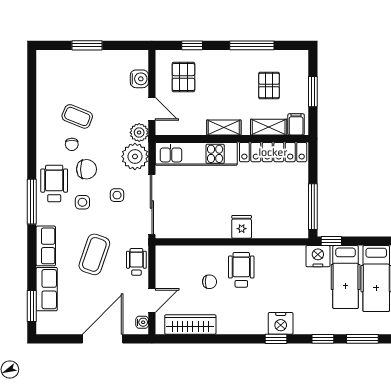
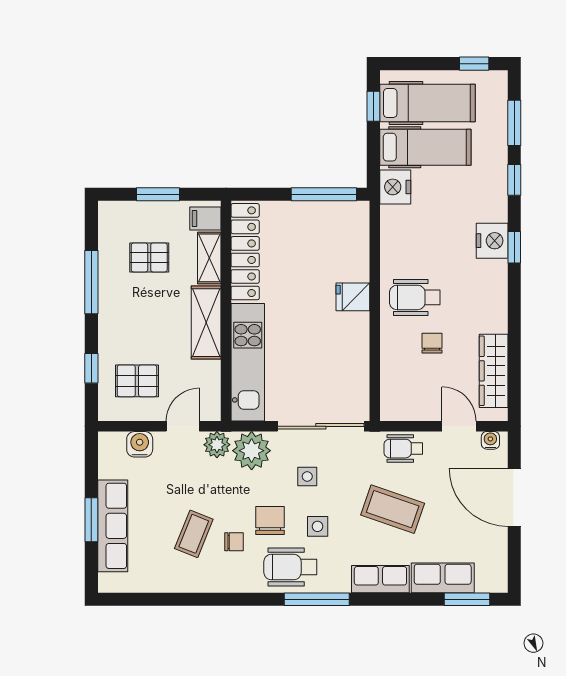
row of seats: (83, 60) -> (113, 526), added
shelving: (224, 128) -> (206, 323), width x1.50, depth x1.33
window: (331, 241) -> (373, 106), moved

